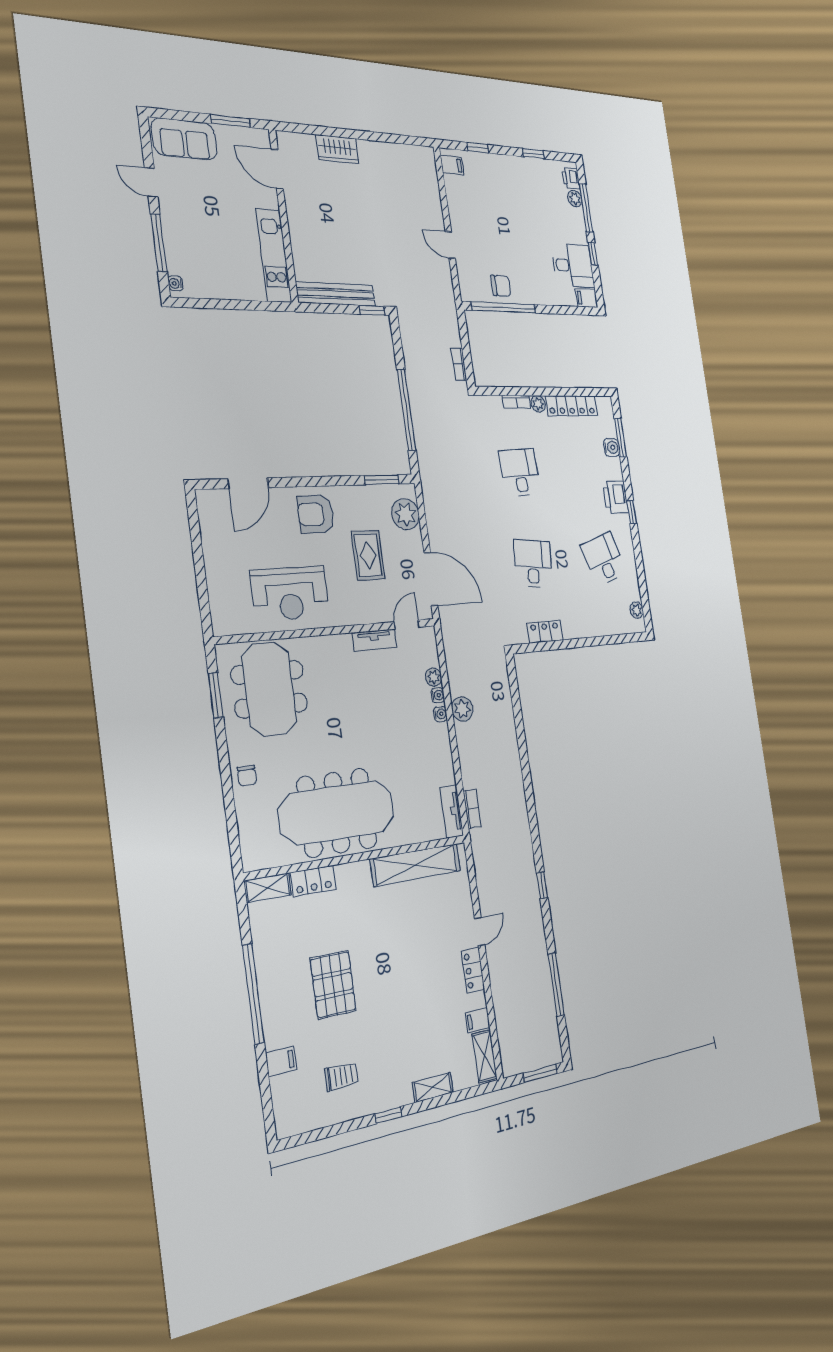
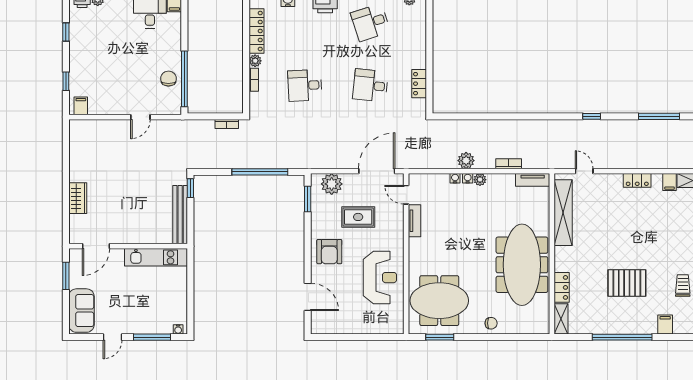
plant: (434, 677) -> (480, 180), moved
bookcase: (472, 809) -> (509, 164), moved
door: (480, 931) -> (584, 171), moved

